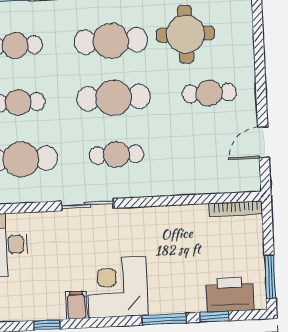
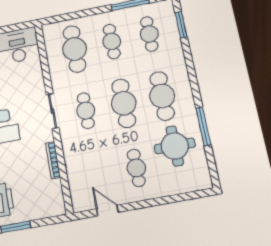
sliding door: (88, 205) -> (52, 111), moved
bookcase: (236, 209) -> (53, 160), moved

